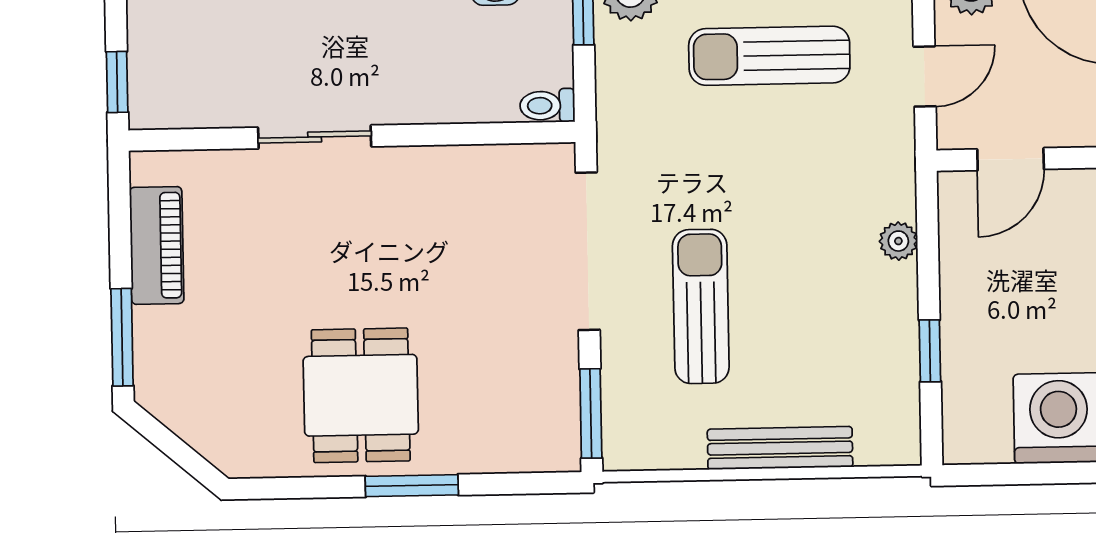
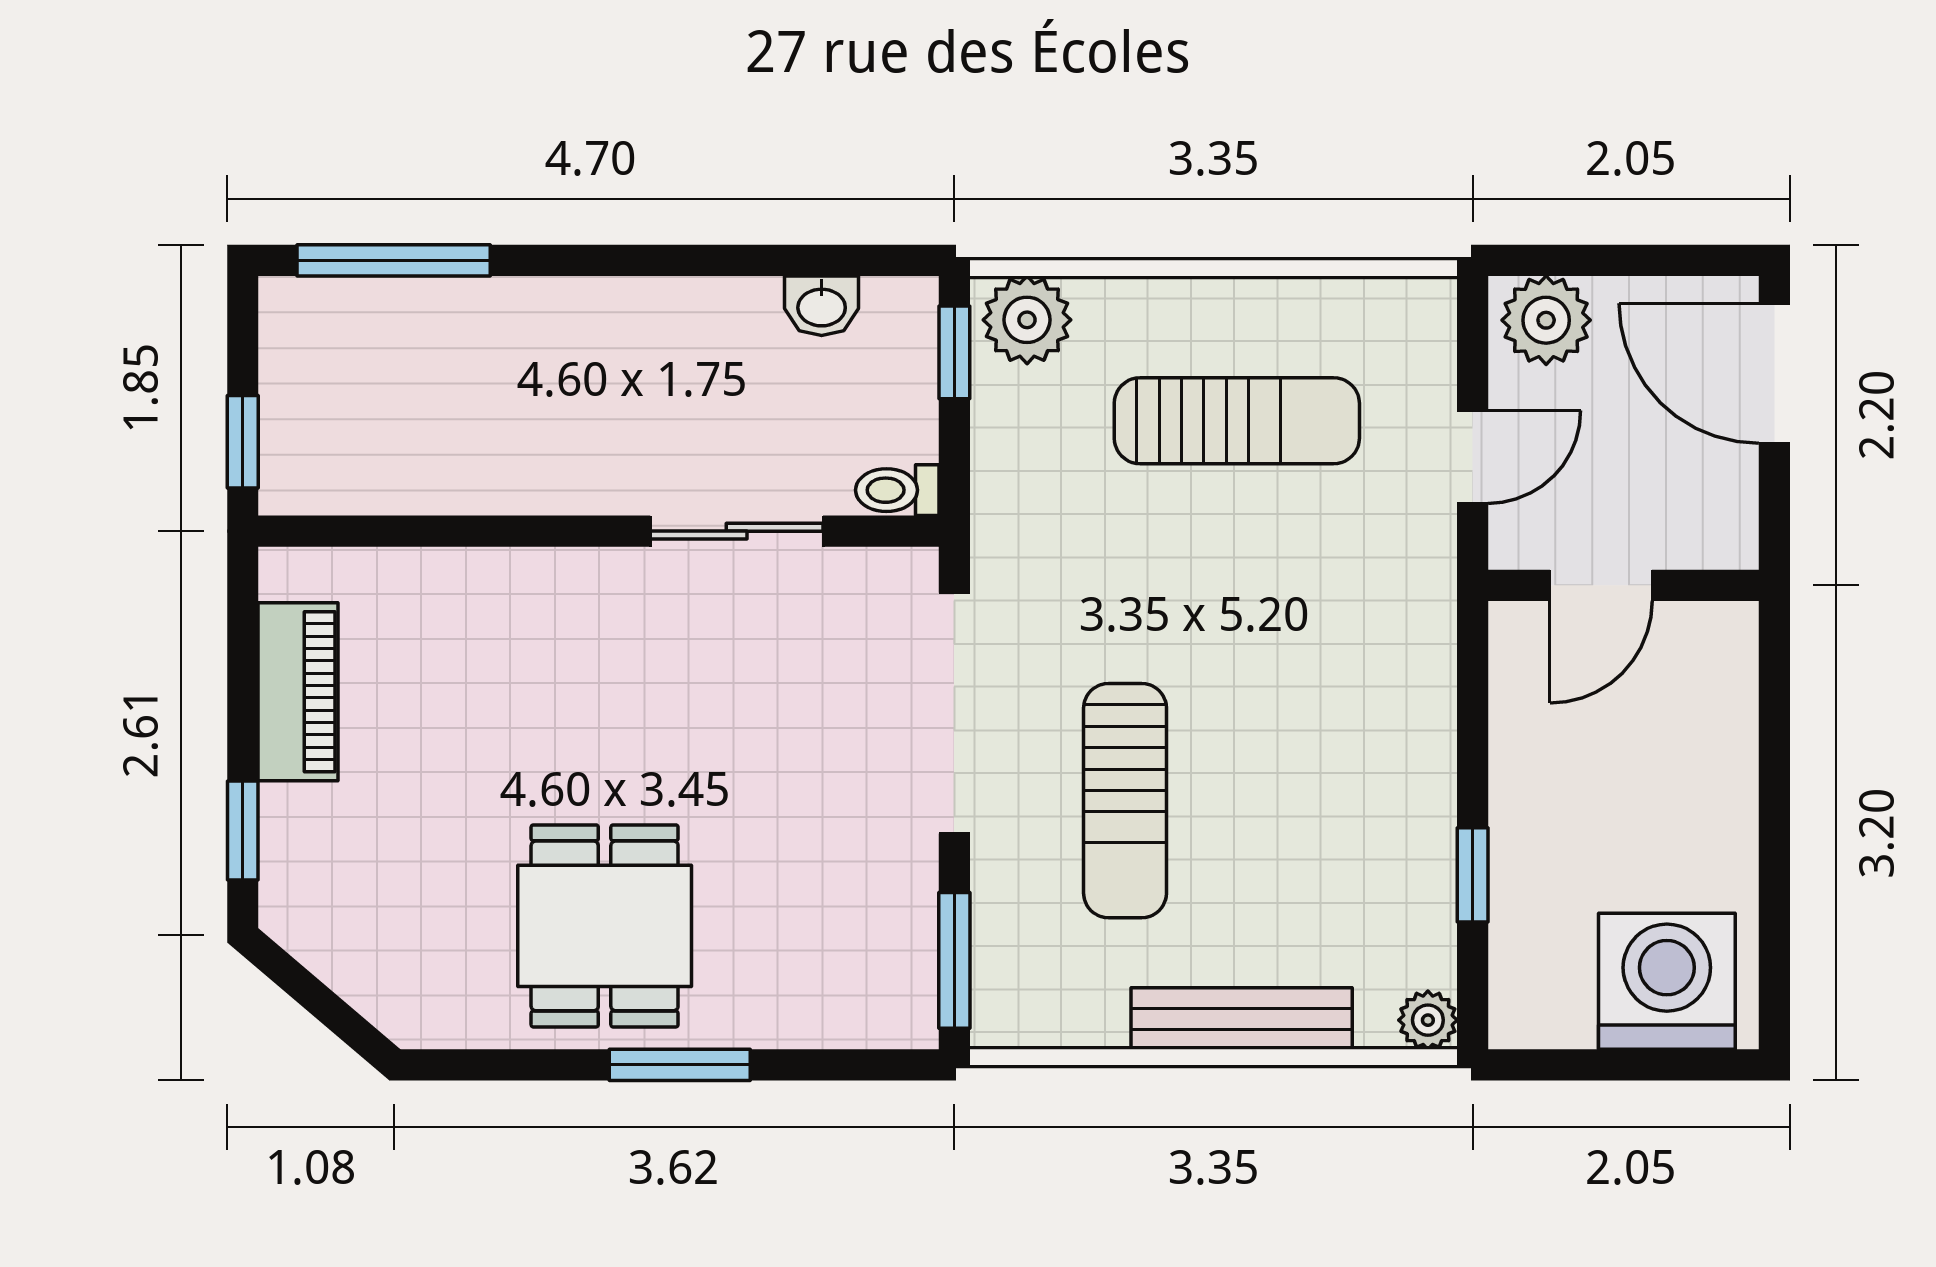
sun lounger: (769, 56) -> (1237, 421), turned 180
sliding door: (315, 137) -> (737, 531), moved
plant: (898, 241) -> (1428, 1020), moved
sun lounger: (701, 306) -> (1125, 801), turned 180
window: (122, 337) -> (243, 830), width x0.67

